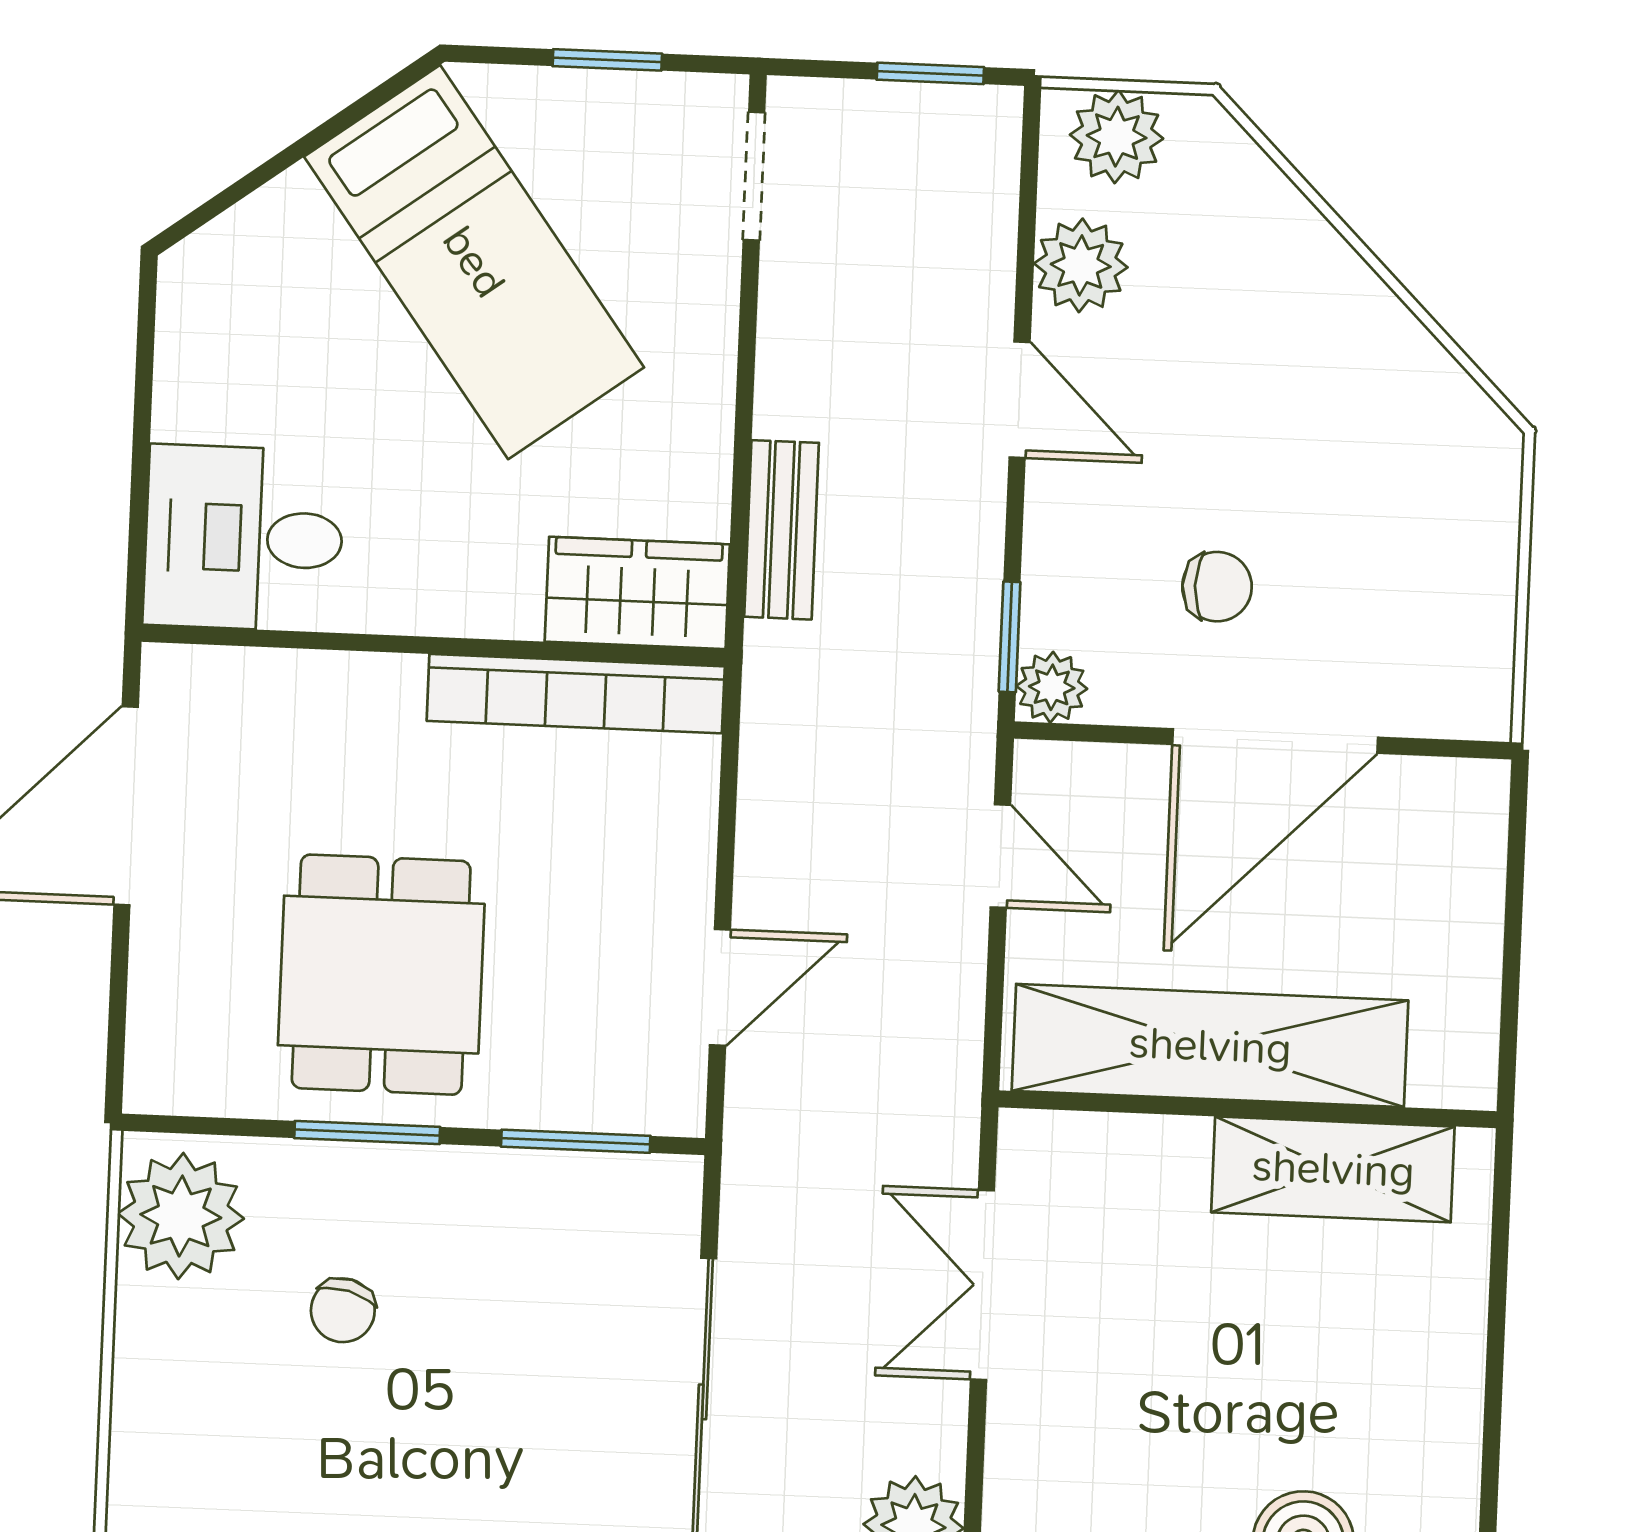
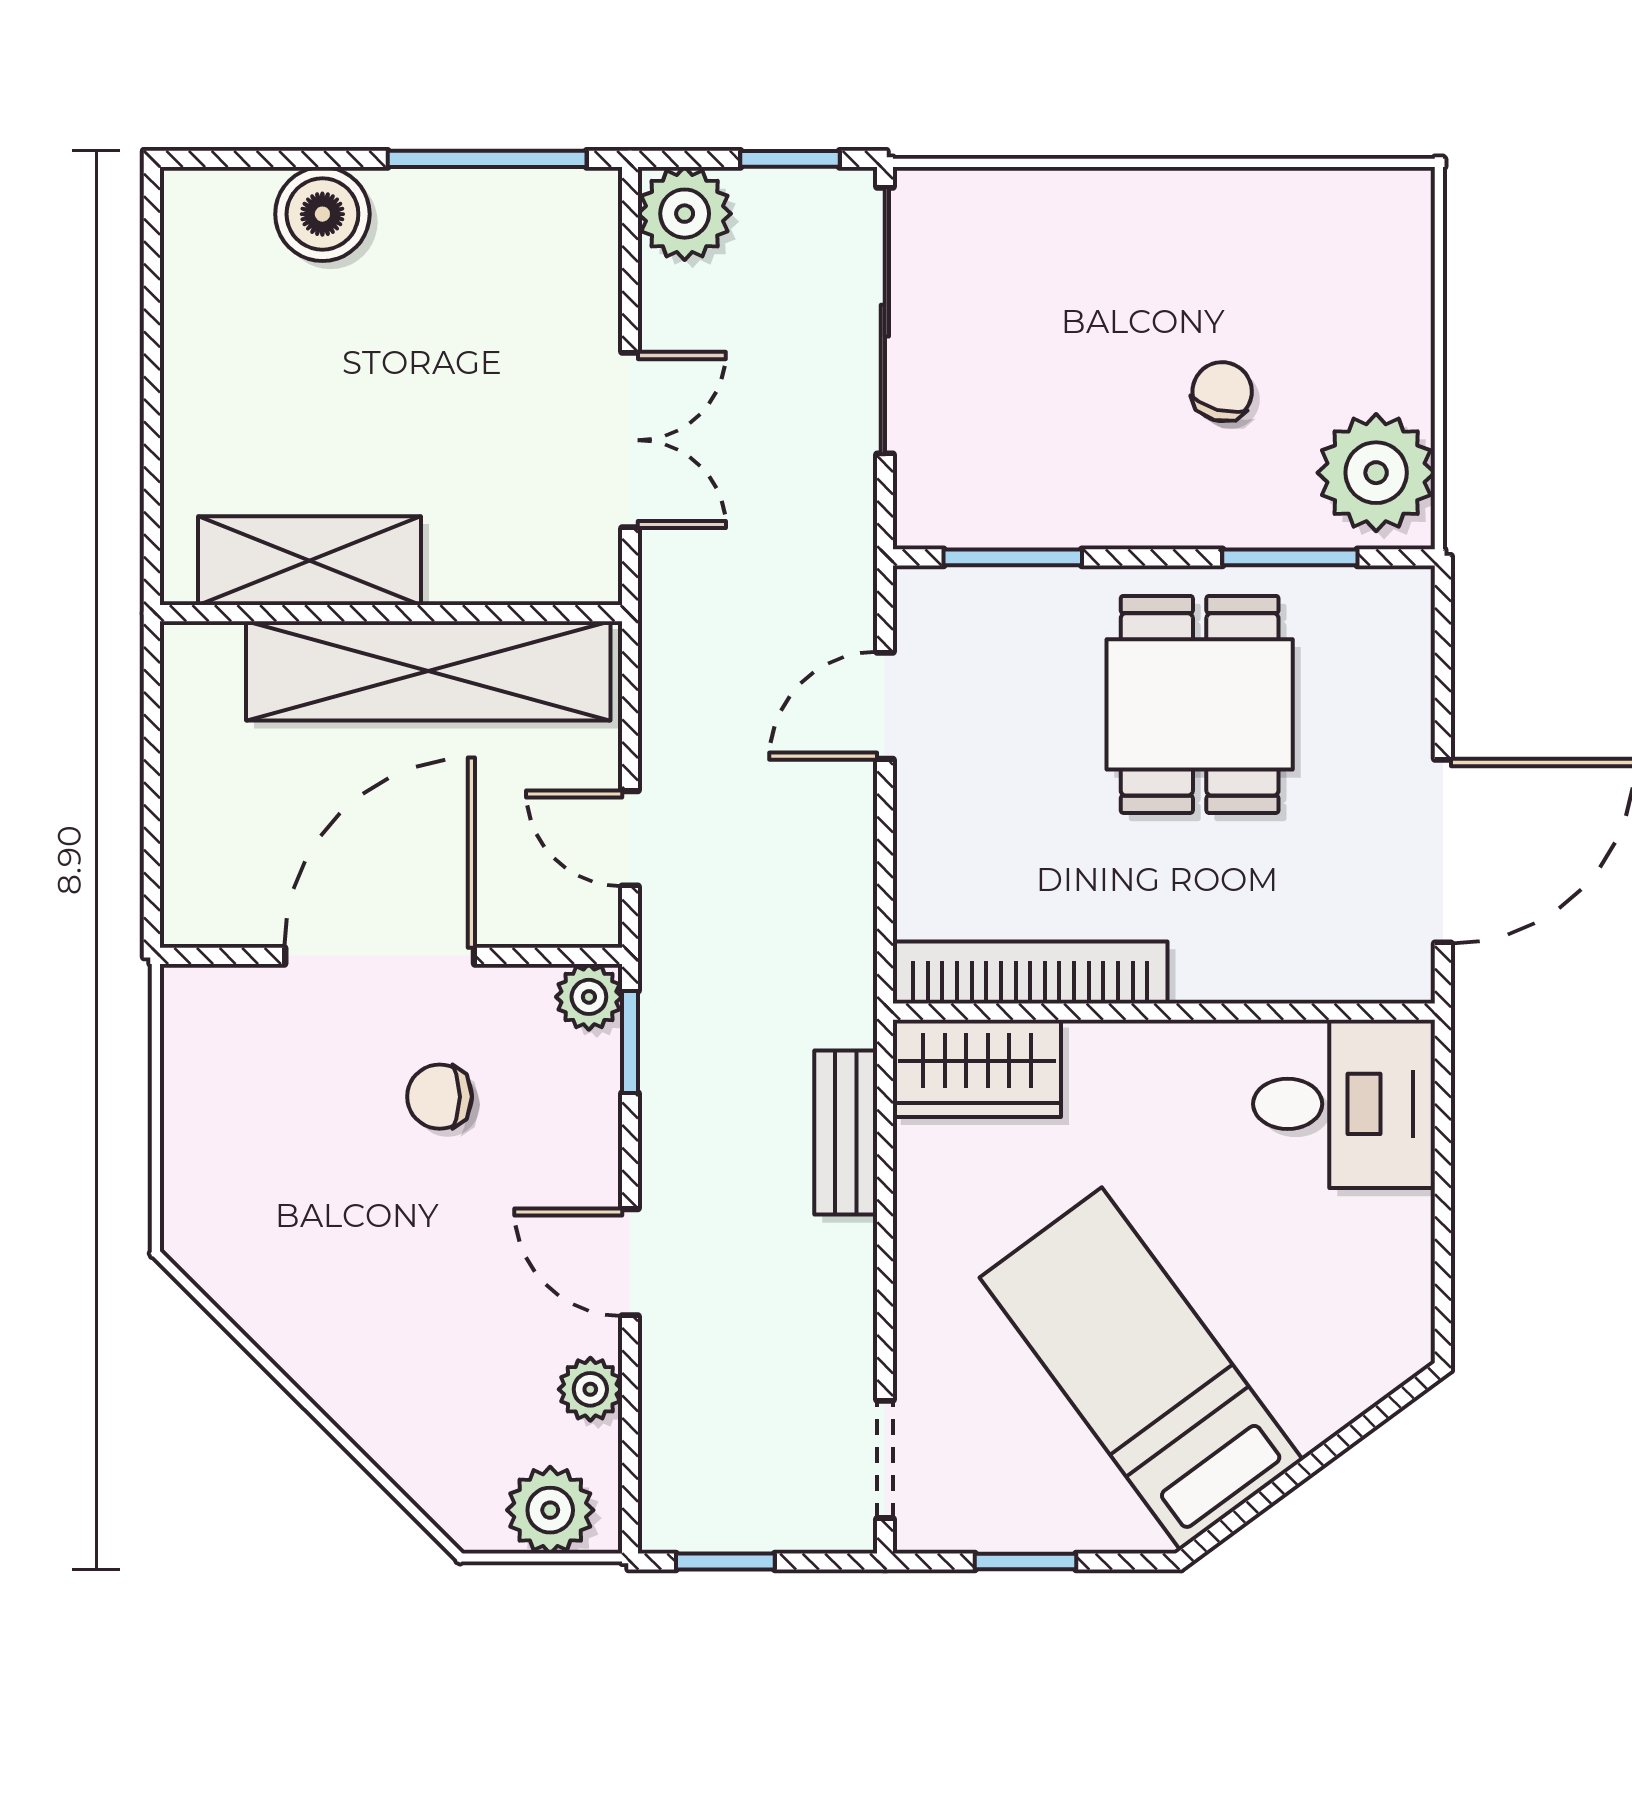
plant: (1081, 265) -> (590, 1389), width x0.73, depth x0.73
window: (367, 1133) -> (1290, 557), moved

